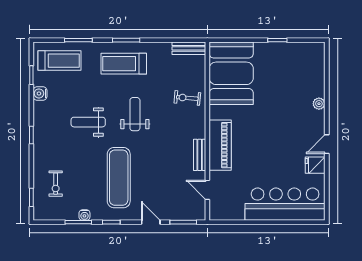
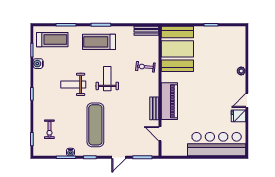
door: (151, 222) -> (119, 157), swing flipped

